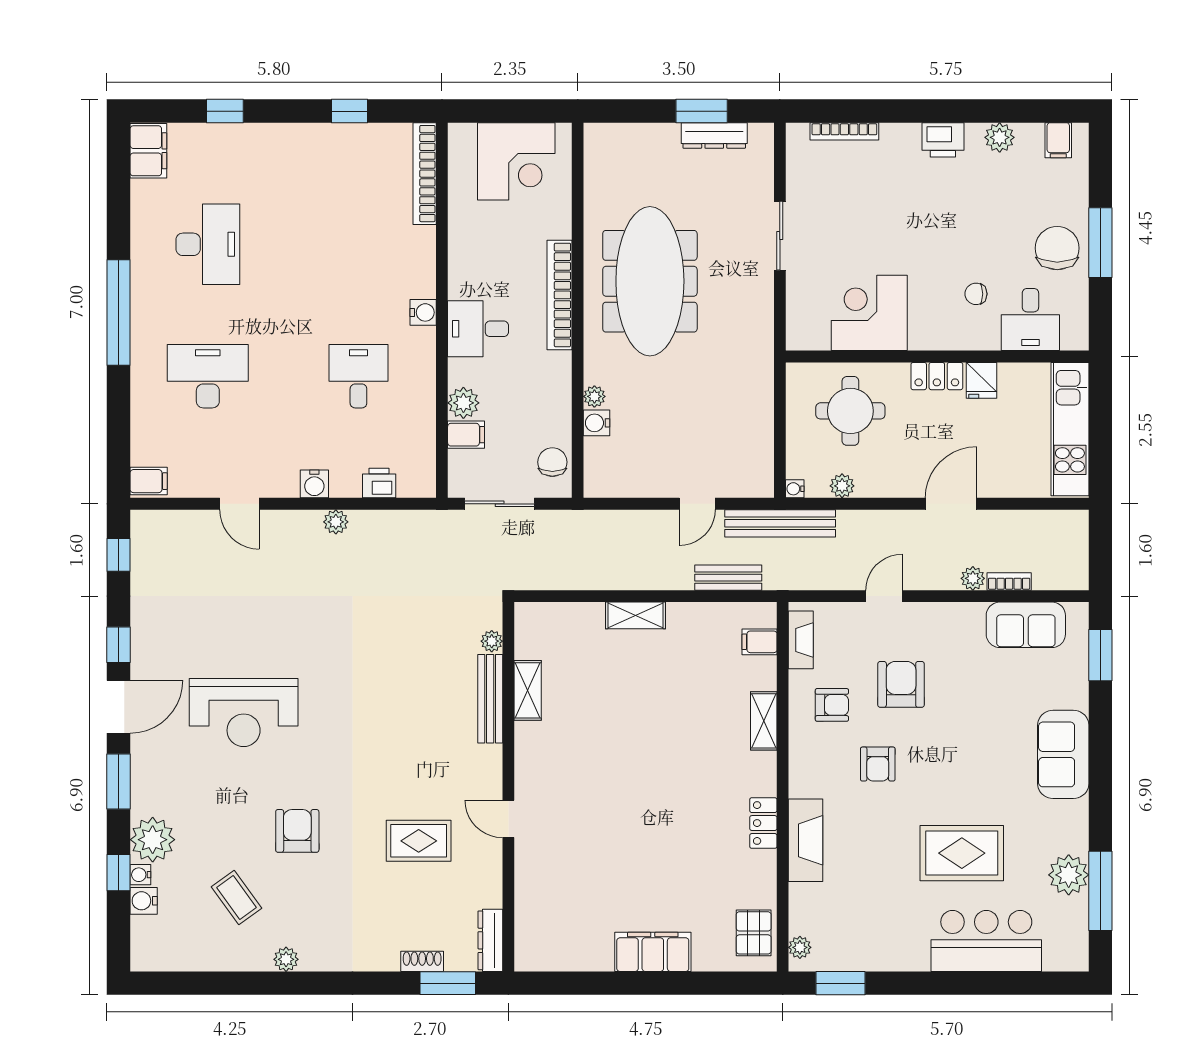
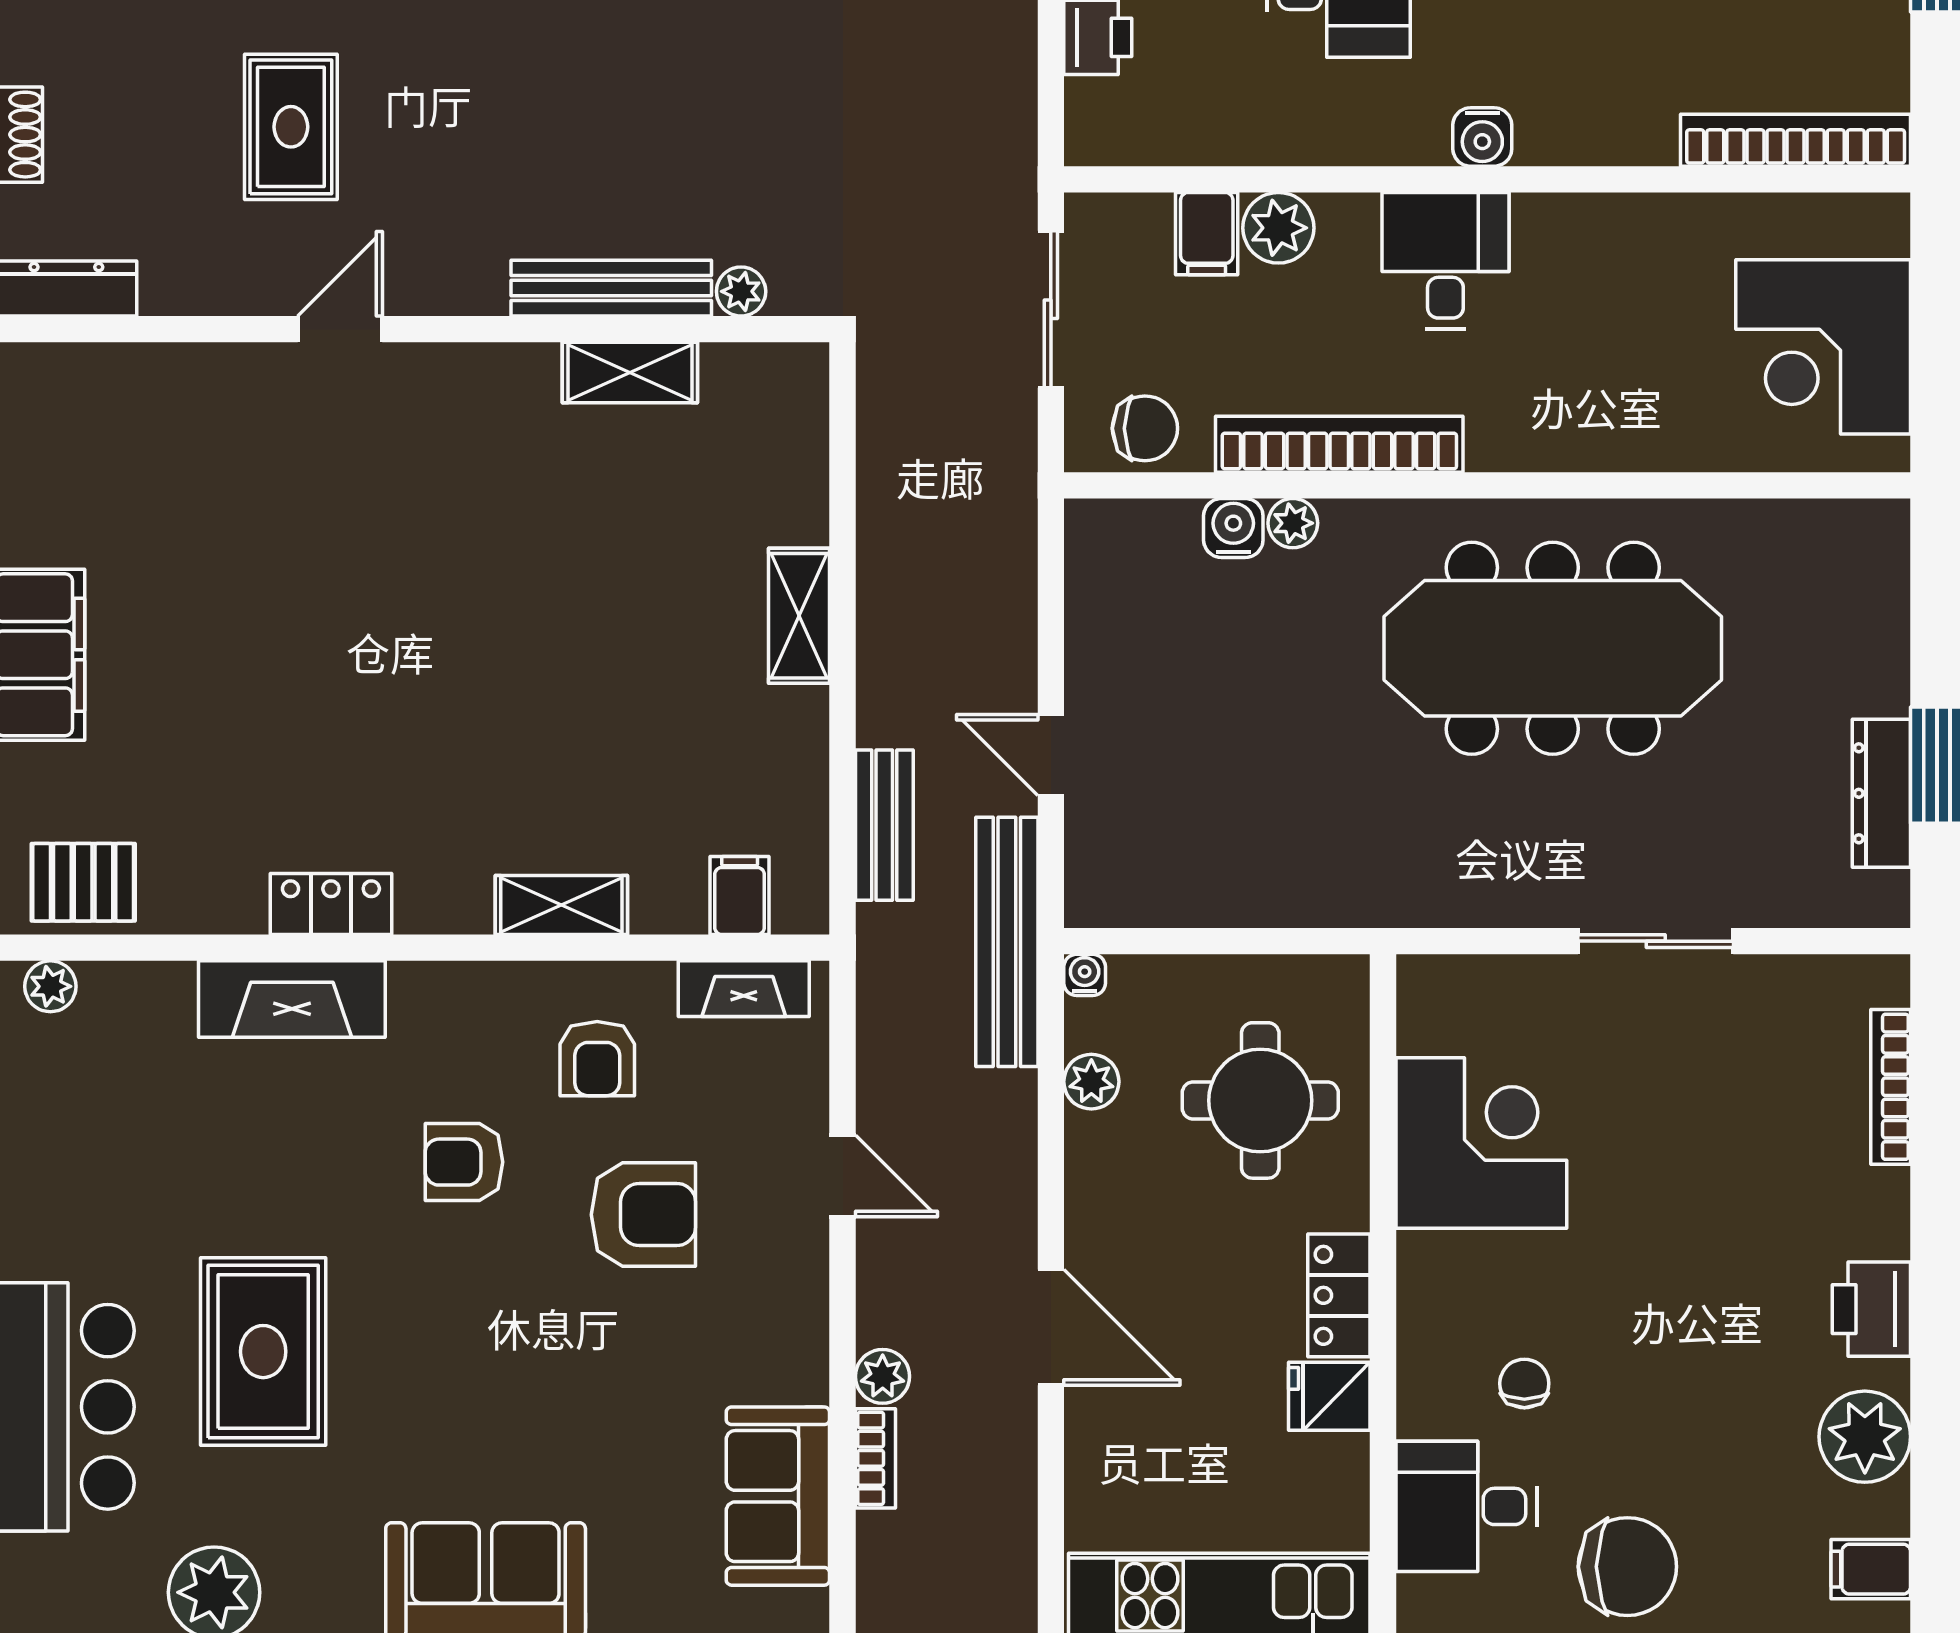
plant: (1000, 137) -> (1865, 1437), width x1.36, depth x1.36
bookcase: (559, 295) -> (1339, 444), moved

